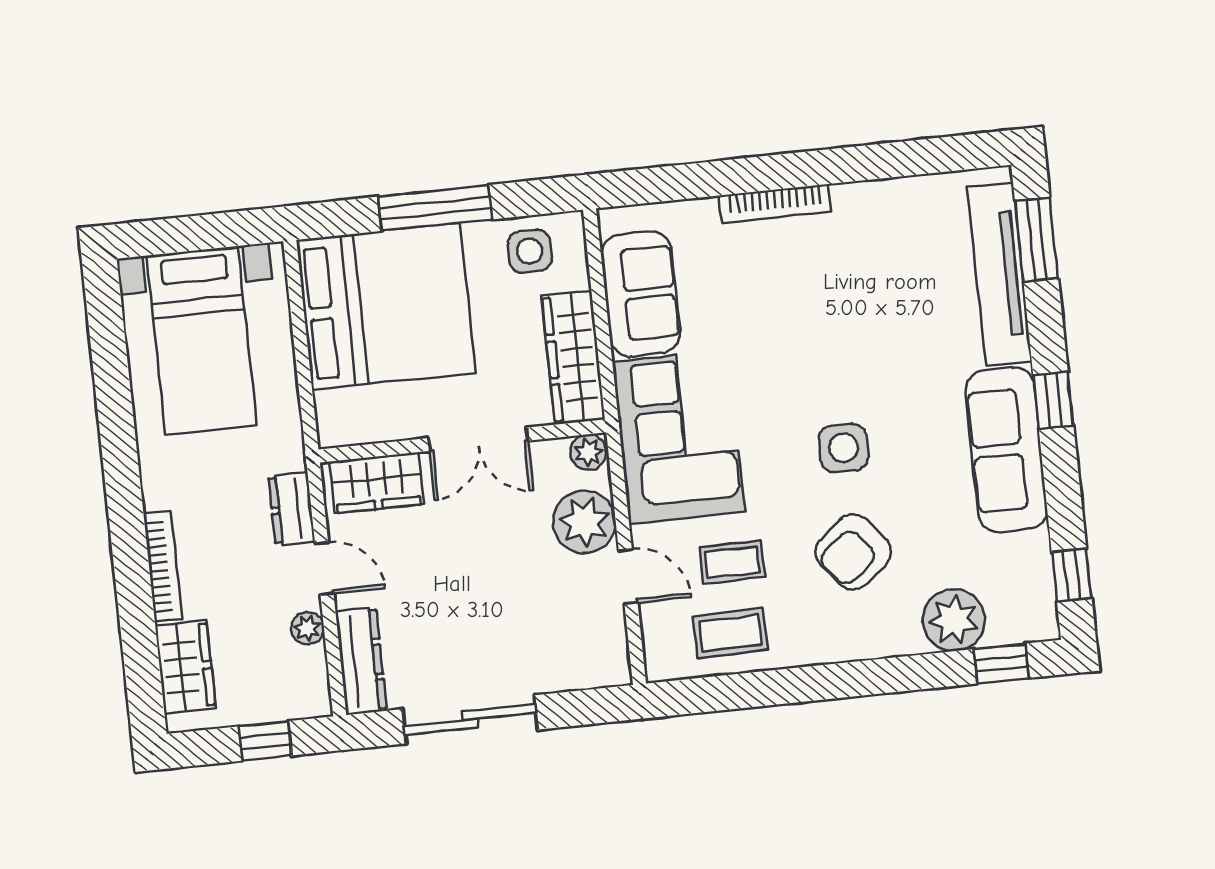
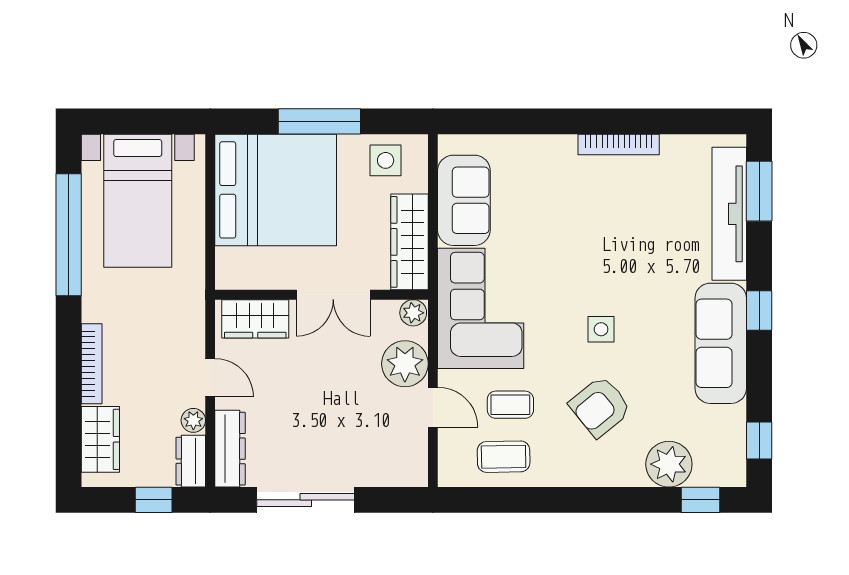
bookcase: (775, 204) -> (619, 144), moved
window: (114, 396) -> (69, 235), added
side table: (843, 448) -> (601, 329), width x0.73, depth x0.73
dresser: (292, 509) -> (191, 461), moved

